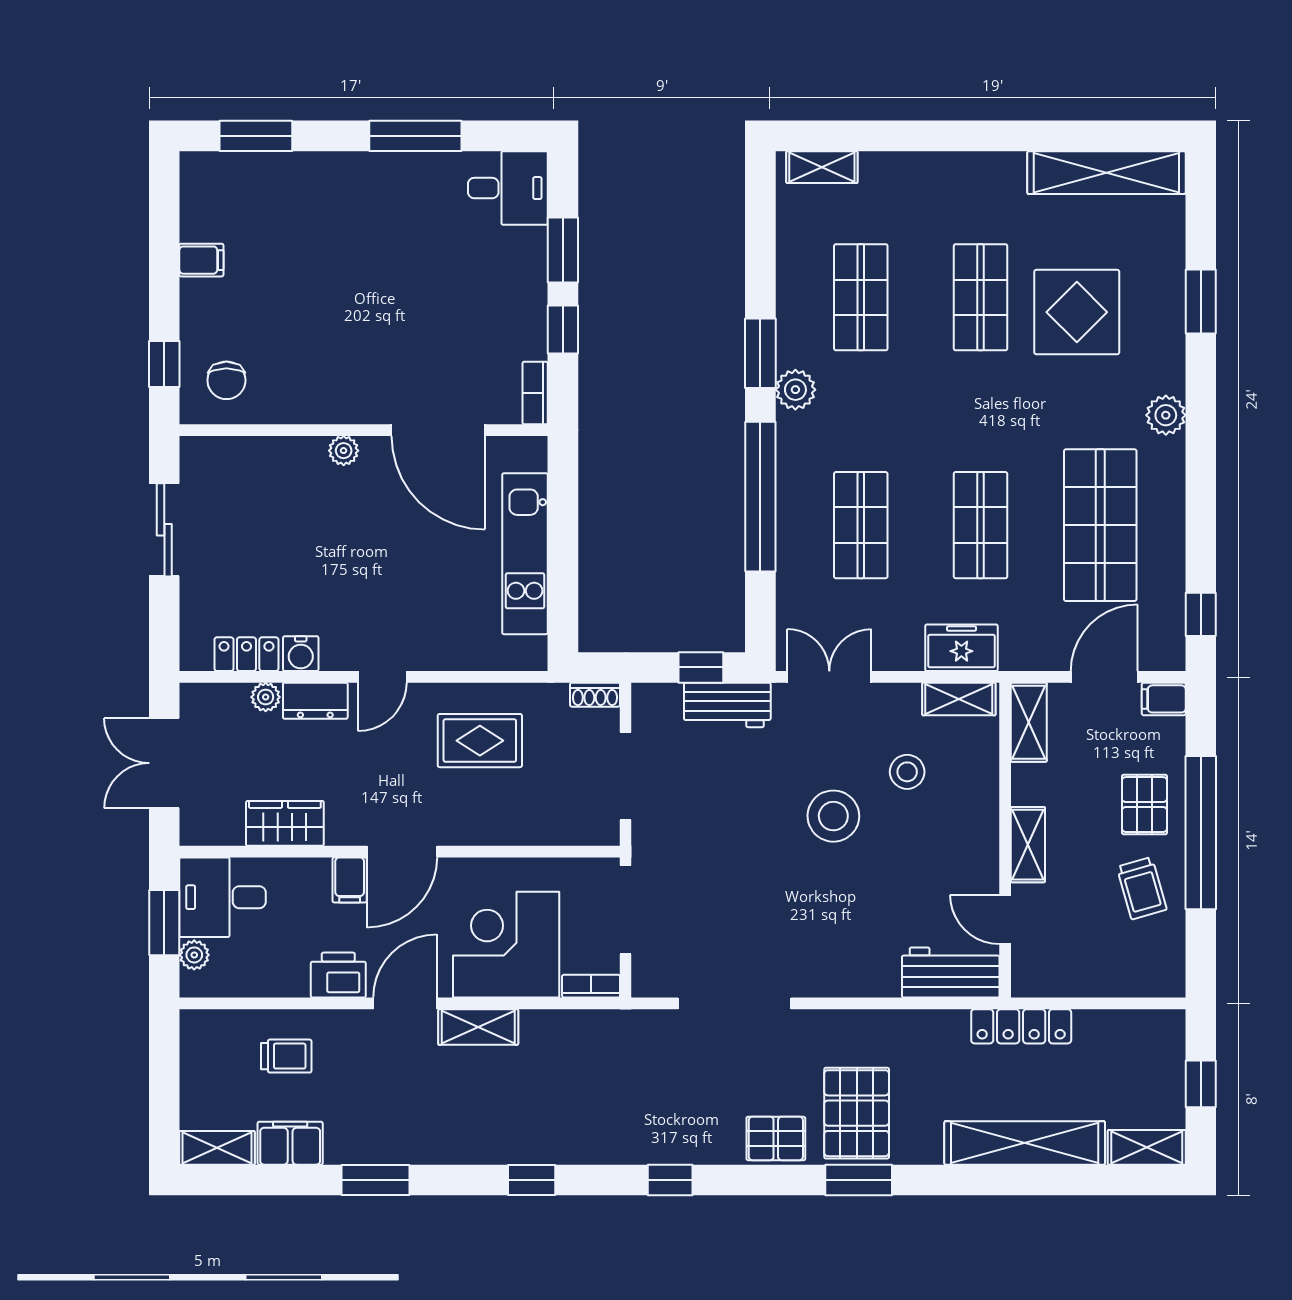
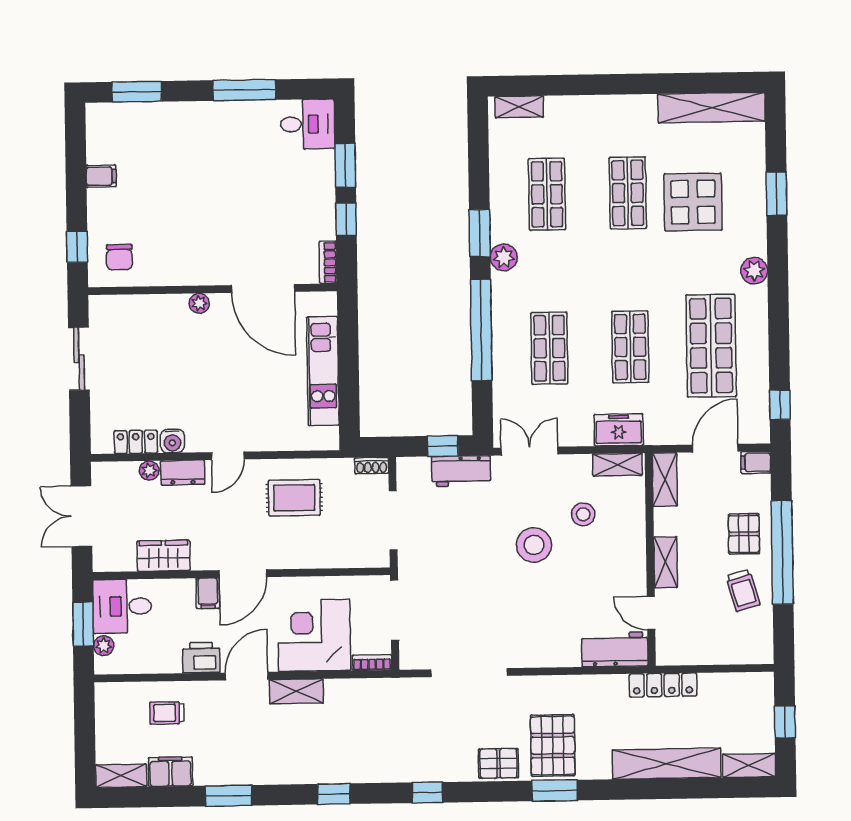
trolley: (286, 1056) -> (167, 713), turned 180

